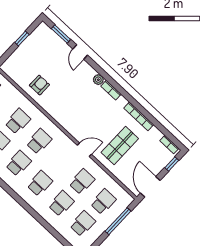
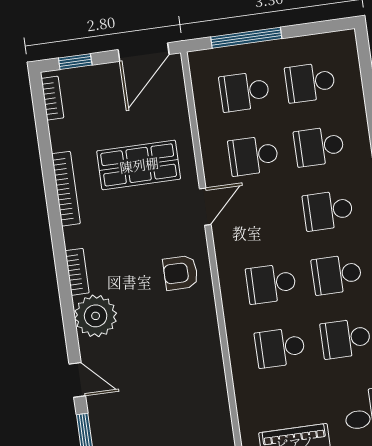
door: (80, 52) -> (77, 380), hinge flipped
plant: (98, 80) -> (96, 316), width x1.88, depth x1.88
armchair: (39, 85) -> (181, 273), moved
door: (84, 150) -> (205, 207), swing flipped

